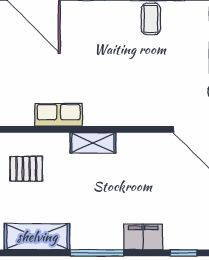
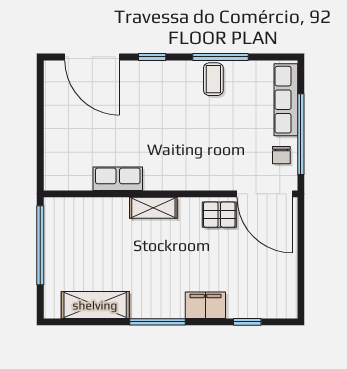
pallet: (26, 169) -> (219, 215), moved

